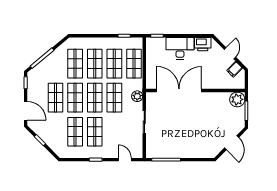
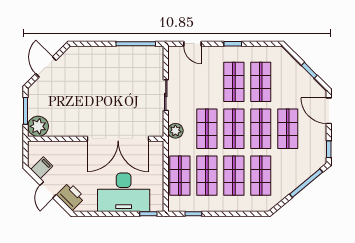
printer: (203, 44) -> (71, 196), moved, turned 45
desk: (180, 48) -> (124, 192), width x1.36, depth x1.30

